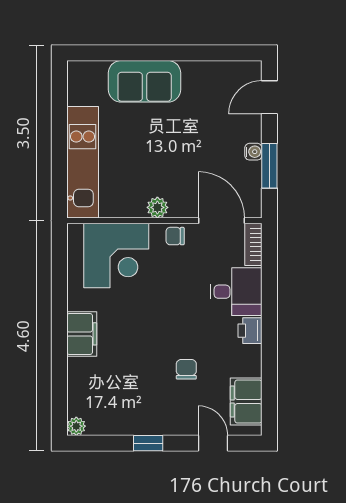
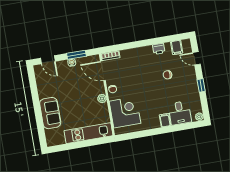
door: (222, 221) -> (103, 71), hinge flipped
desk: (236, 292) -> (180, 113), moved, turned 180
printer: (250, 331) -> (159, 49), moved
filing cabinet: (82, 334) -> (165, 120), width x0.50
filing cabinet: (246, 401) -> (177, 47), width x0.50
door: (213, 443) -> (196, 58), hinge flipped

